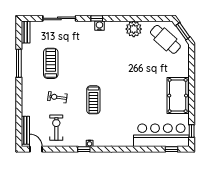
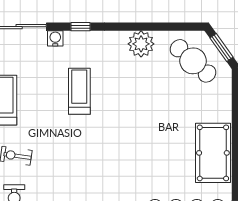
water cooler: (99, 26) -> (55, 38), moved
treadmill: (93, 100) -> (79, 91), moved, turned 180

